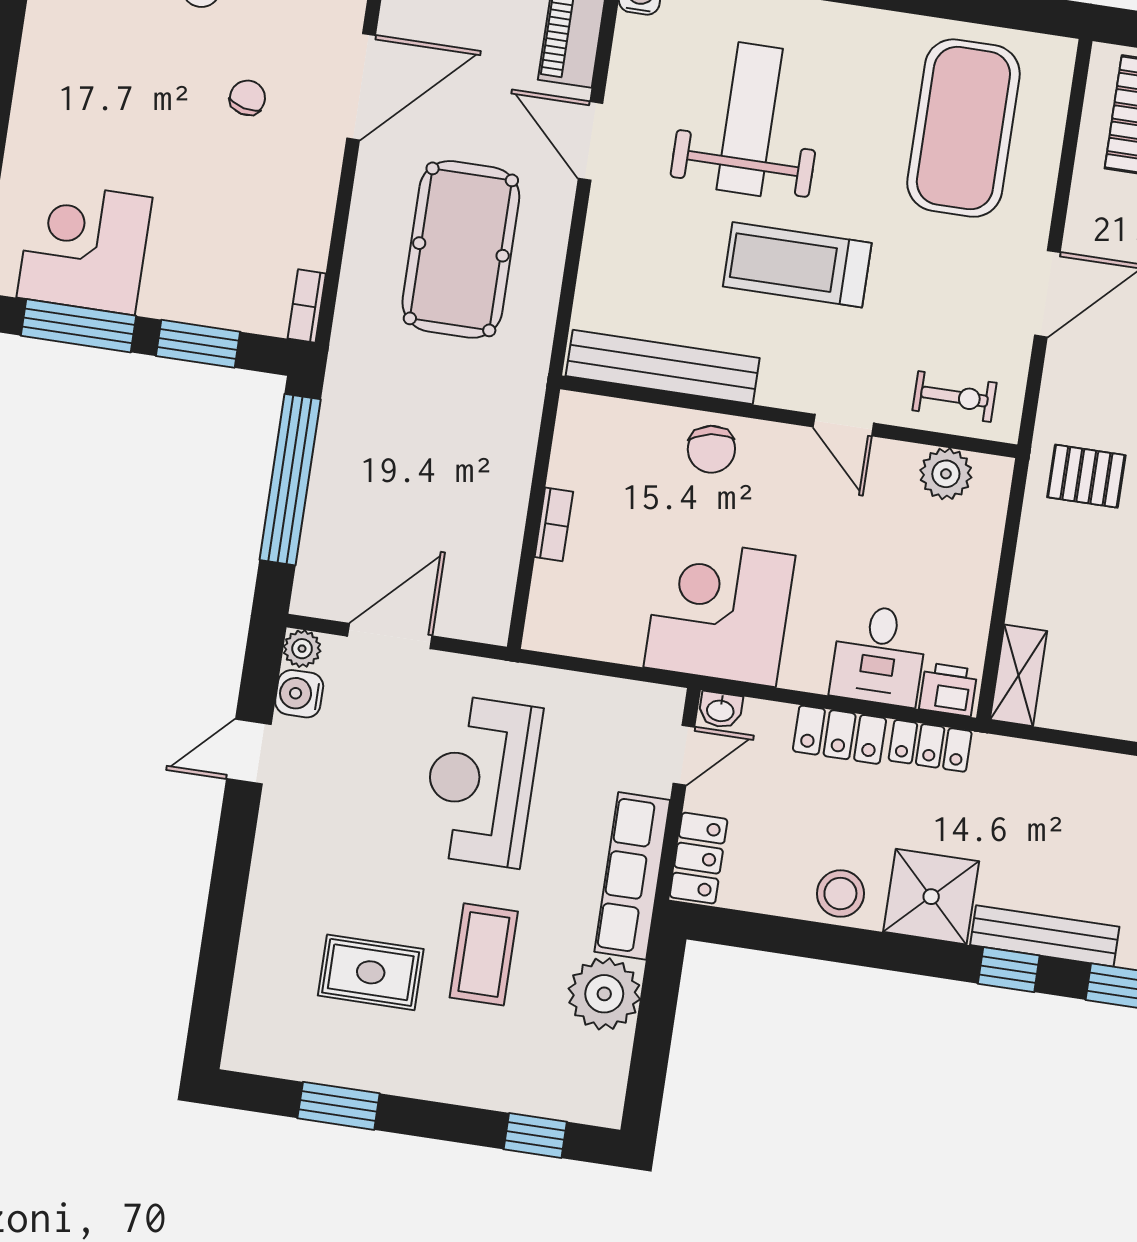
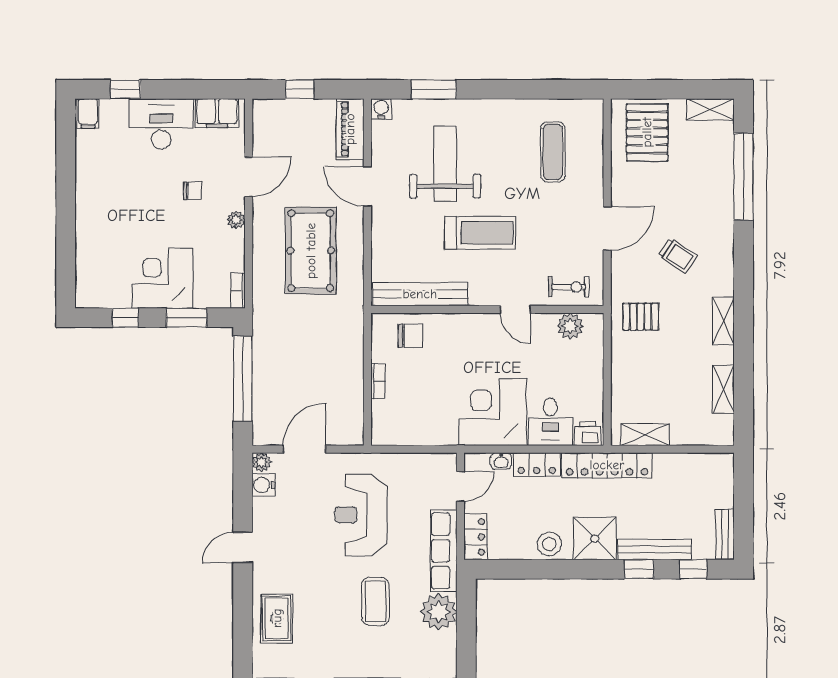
door: (361, 87) -> (249, 177), width x0.73
chair: (248, 98) -> (193, 191), turned 77
exercise mat: (963, 128) -> (553, 152), width x0.50, depth x0.69
plant: (324, 167) -> (236, 220), added
corner desk: (84, 248) -> (162, 278), moved
treadmill: (797, 265) -> (480, 233), turned 180
window: (78, 326) -> (125, 318), width x0.46
chair: (711, 449) -> (410, 336), moved, turned -80
corner desk: (720, 611) -> (493, 412), moved
shelving: (1019, 675) -> (645, 435), moved, turned 90
washbasin: (720, 710) -> (501, 461), moved
locker: (930, 746) -> (607, 465), width x2.16, depth x1.21
door: (249, 752) -> (243, 548), moved
rug: (371, 972) -> (277, 618), moved, turned 90

